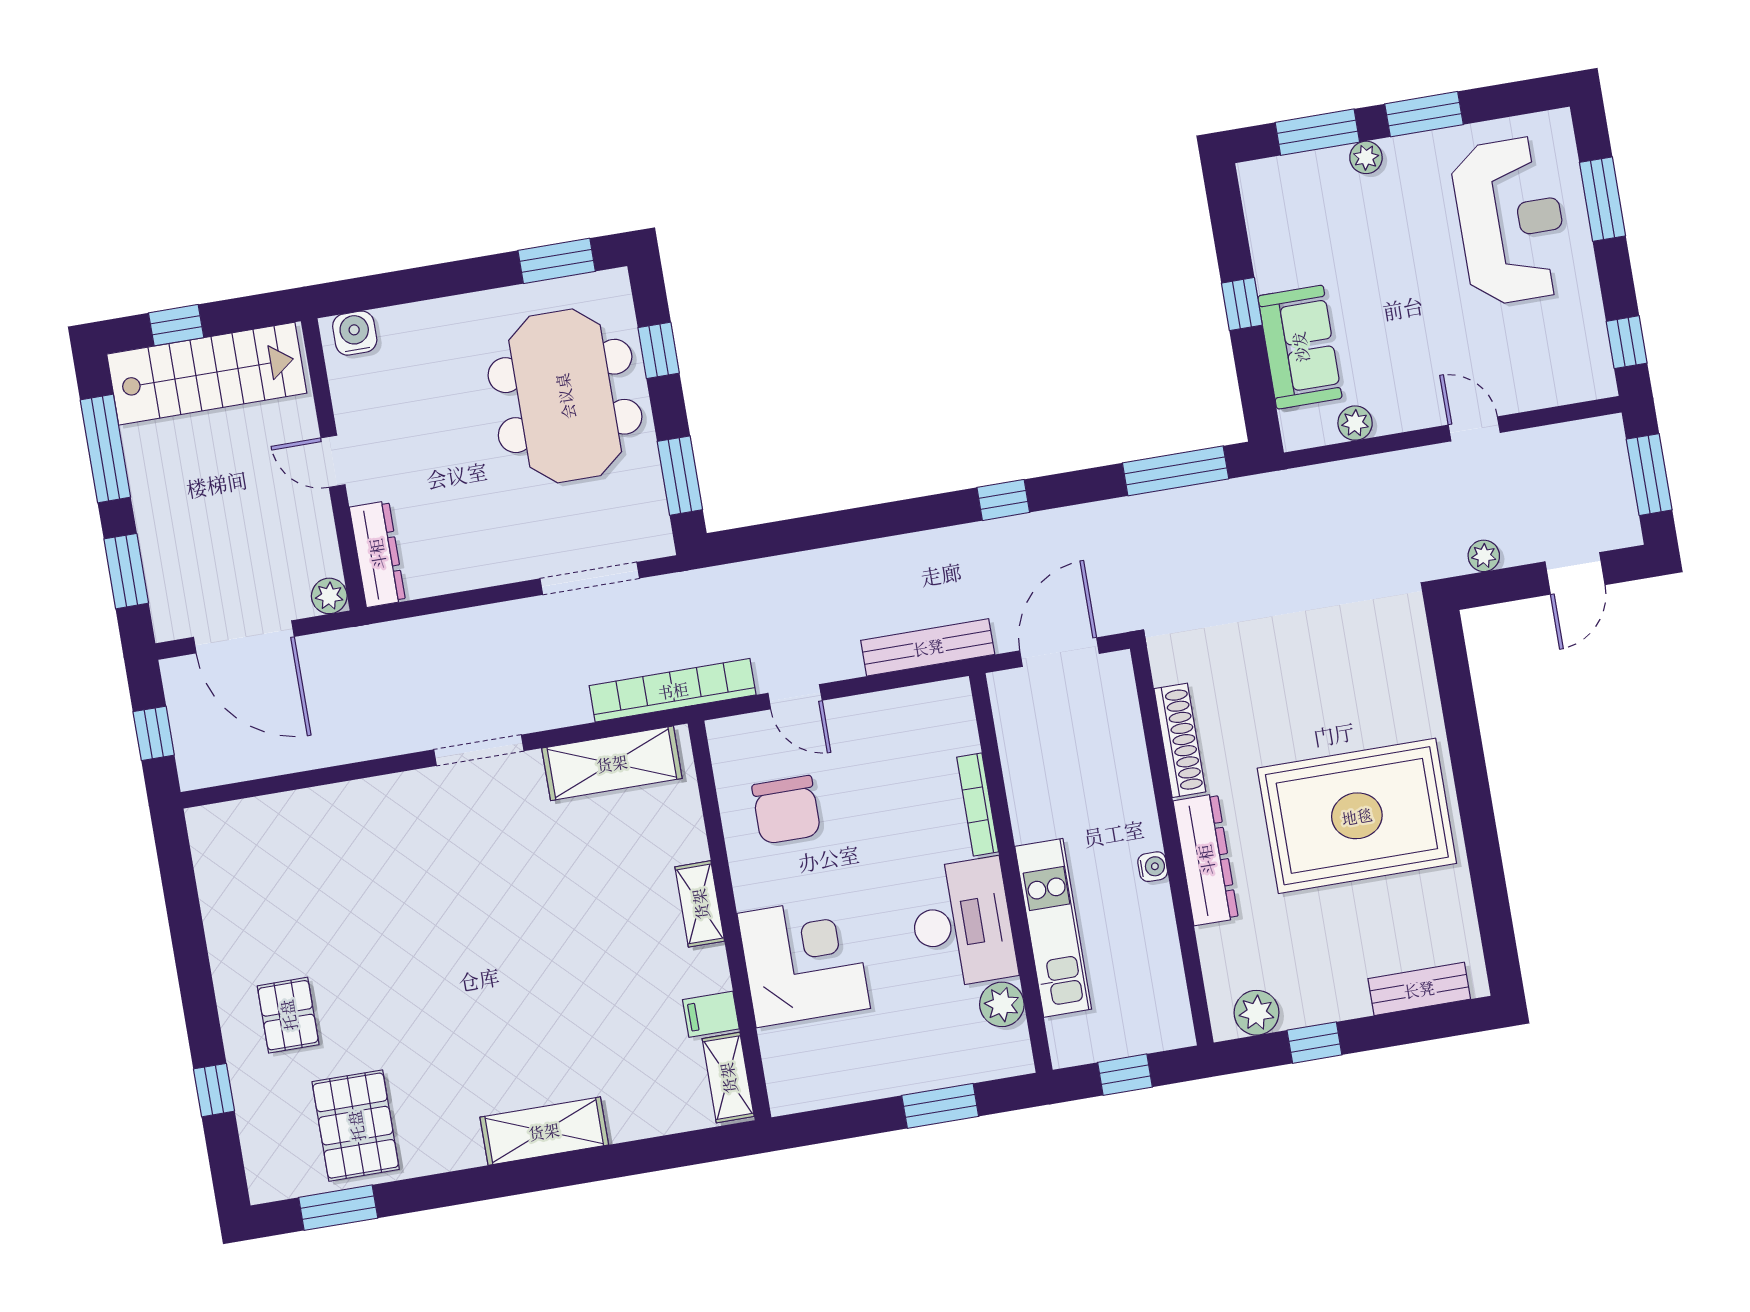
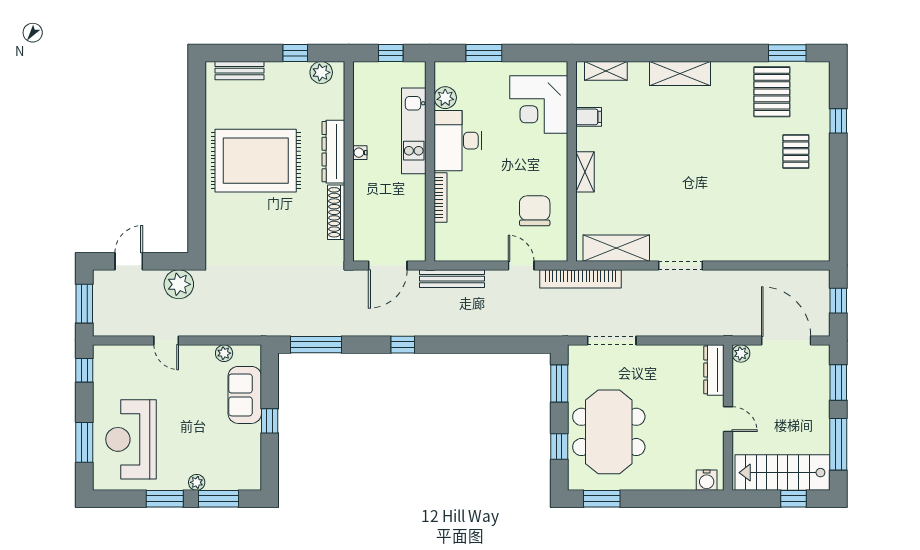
plant: (1484, 556) -> (179, 284), width x1.88, depth x1.88
corner desk: (804, 961) -> (539, 105), moved
shelving: (728, 1078) -> (606, 71), moved, turned 90

